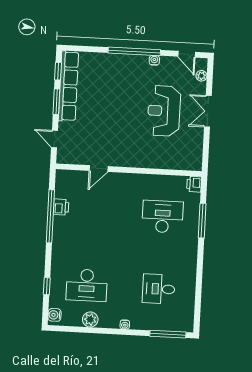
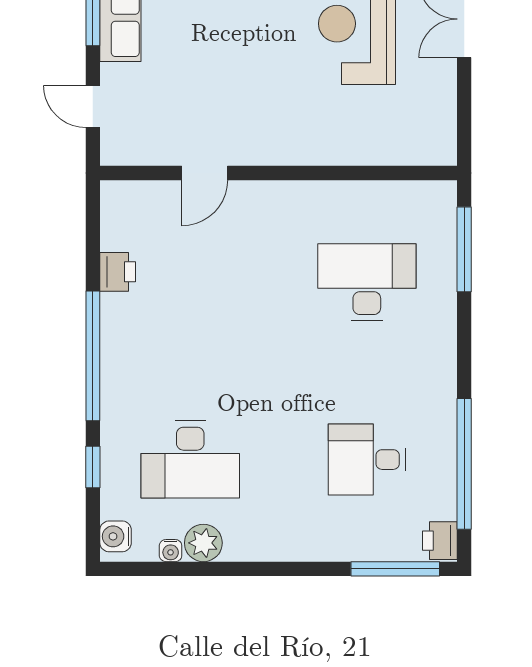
printer: (194, 184) -> (440, 541), moved
window: (50, 216) -> (93, 356), moved
window: (202, 221) -> (464, 249), moved
window: (198, 293) -> (464, 464), added
water cooler: (125, 324) -> (171, 551), moved

